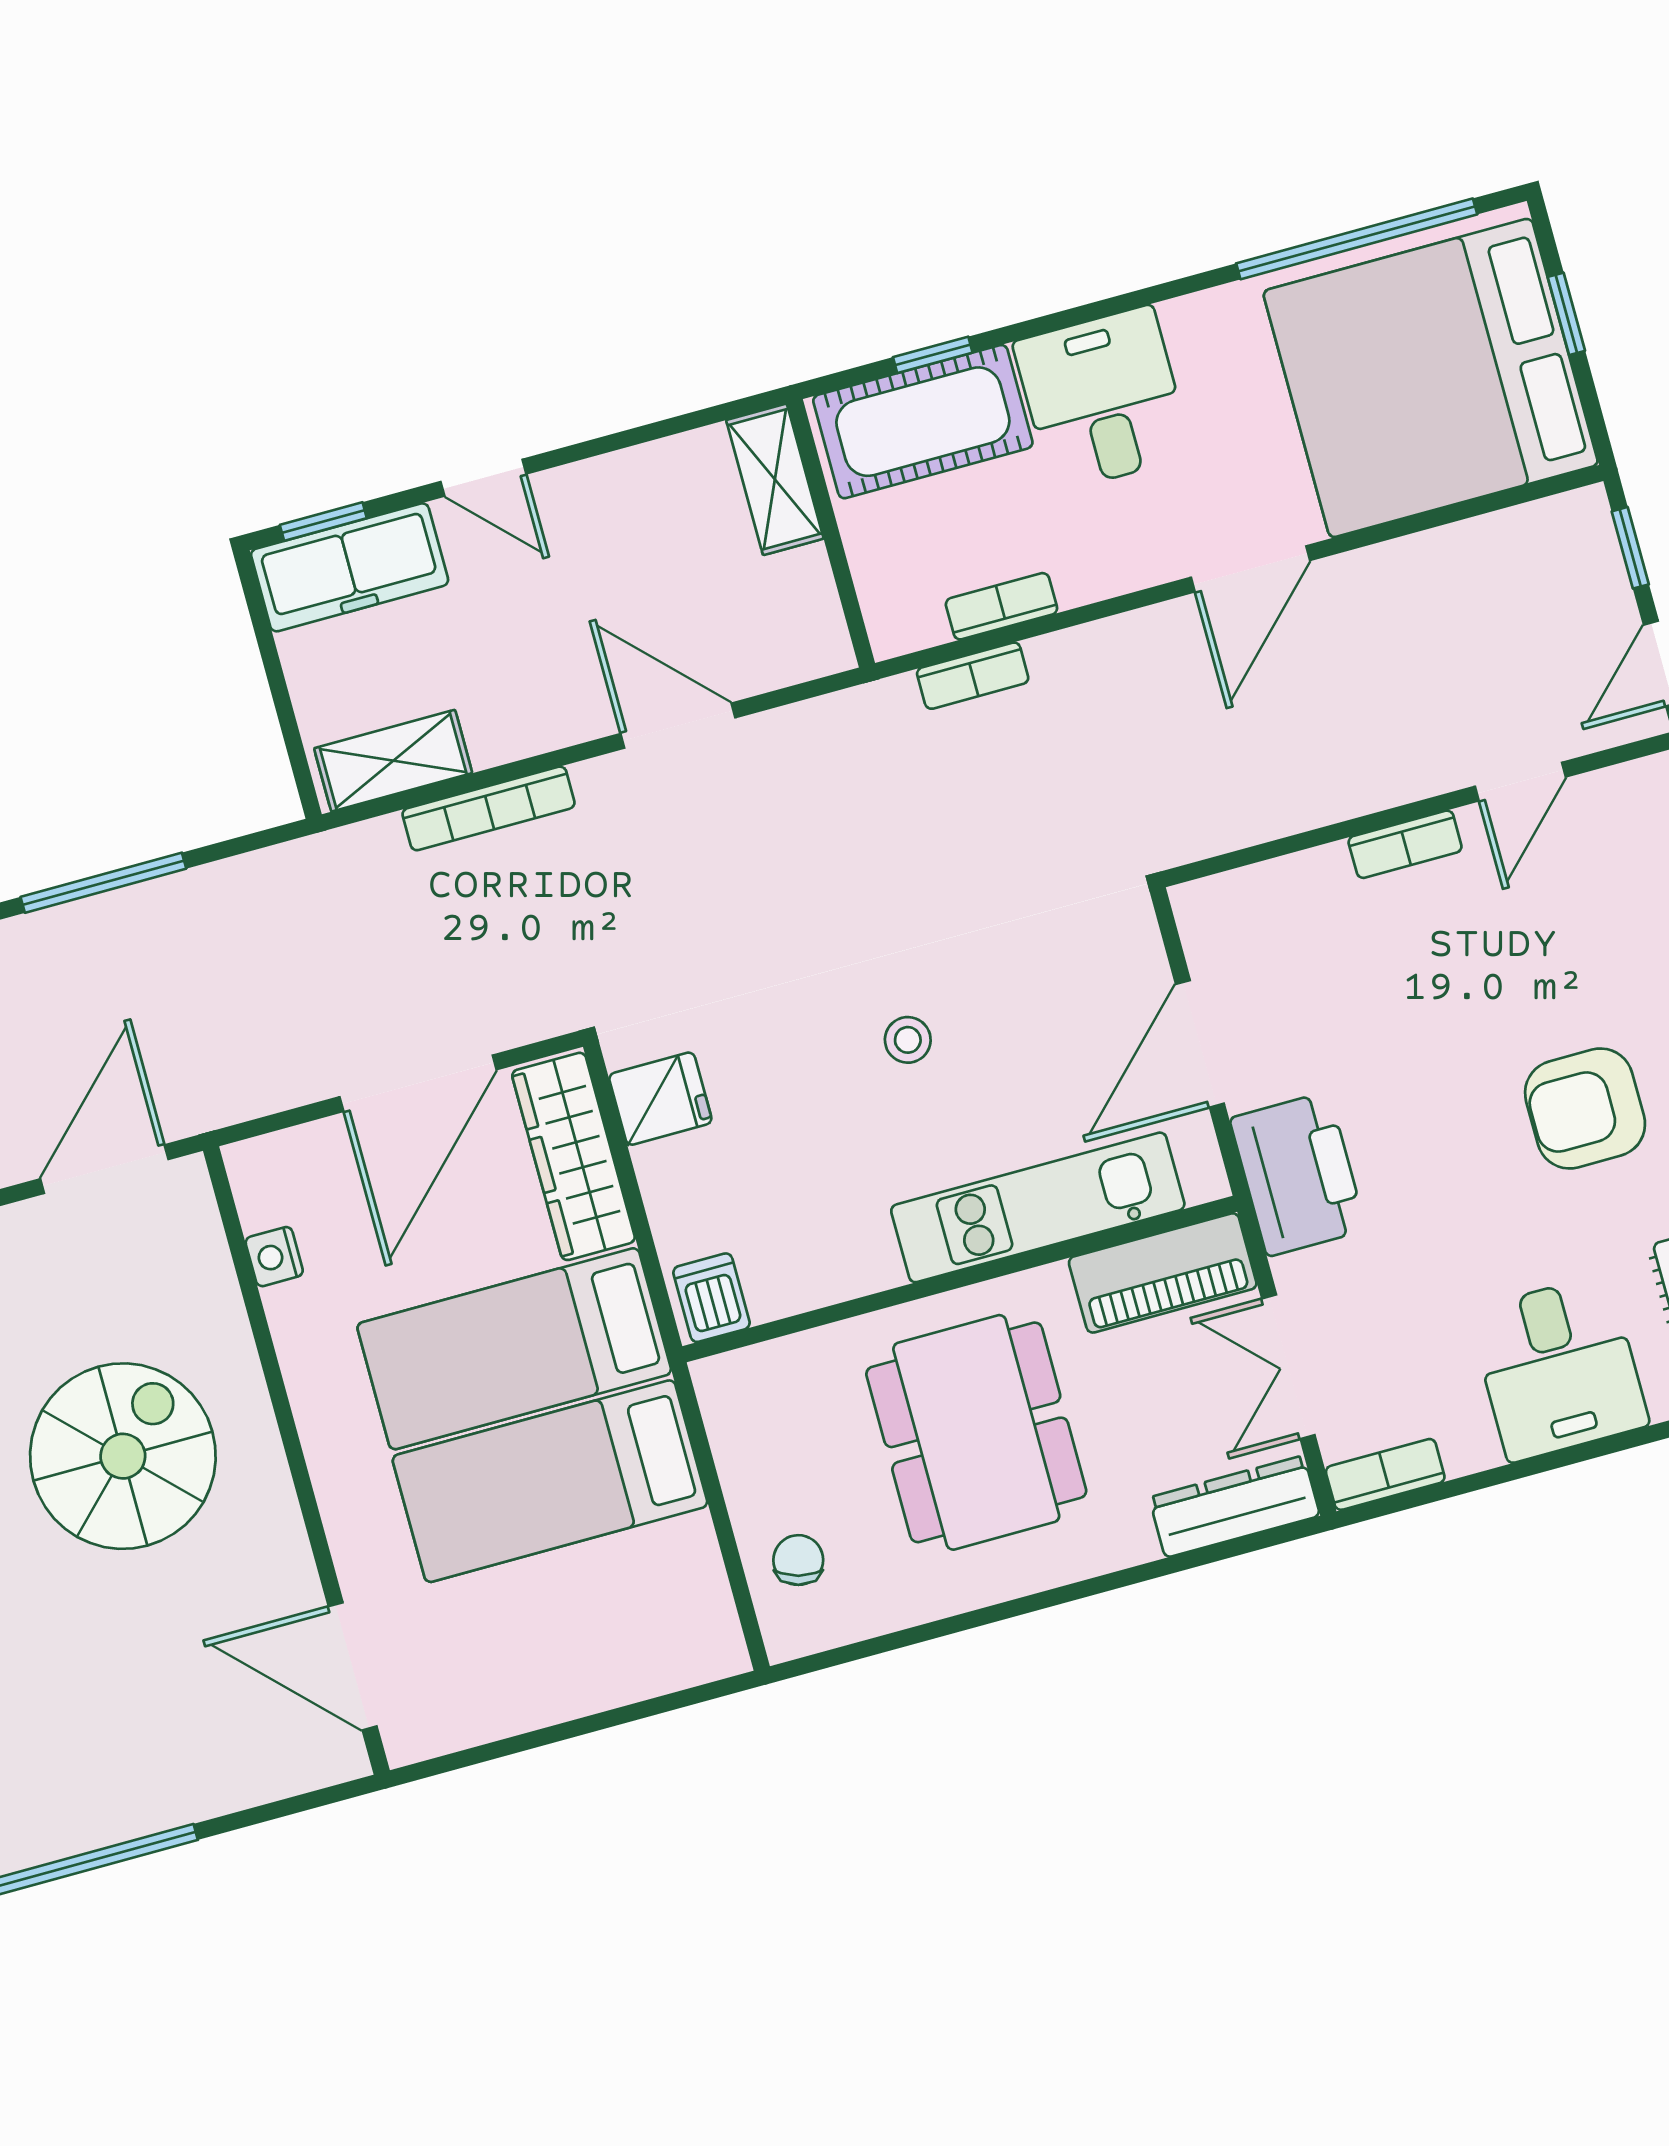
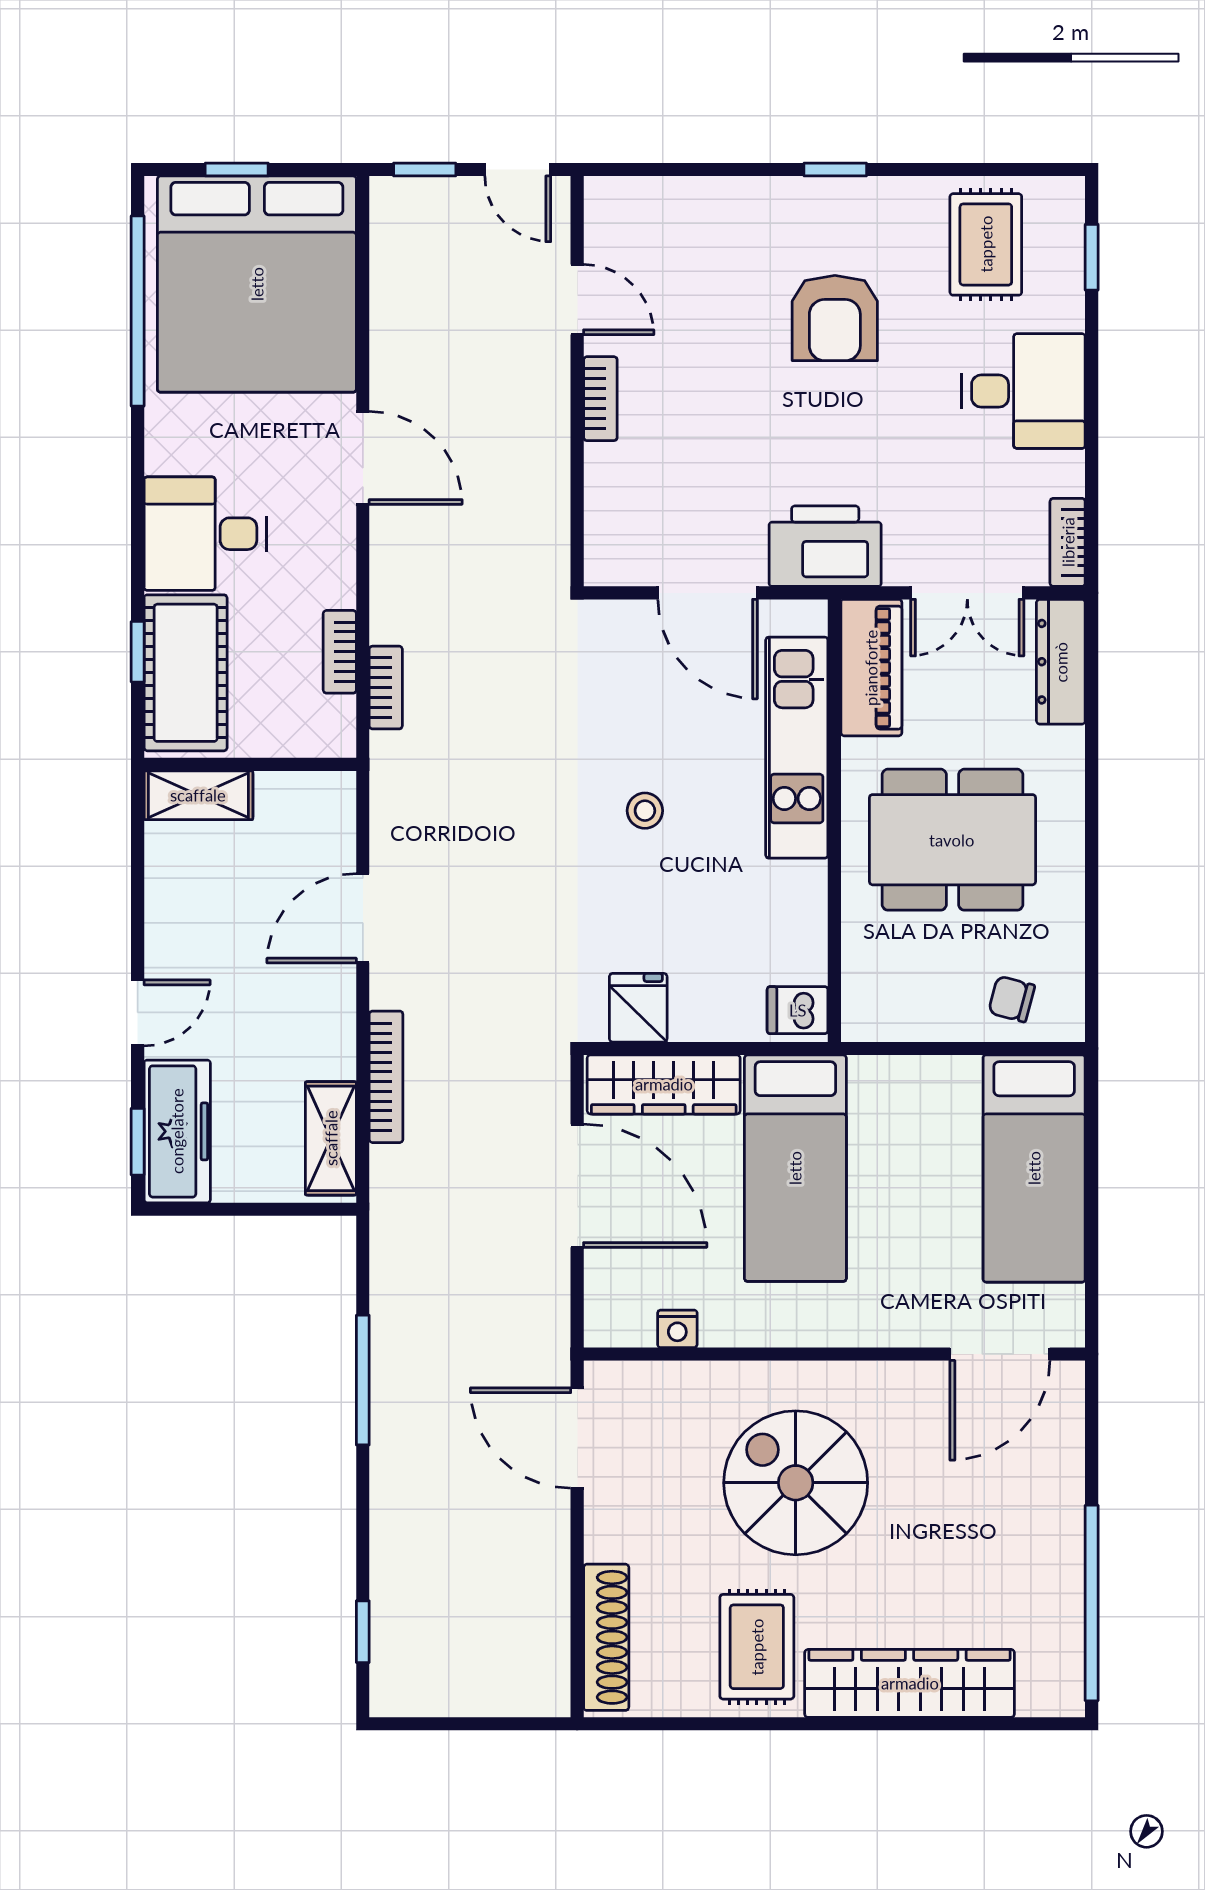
bed: (550, 1481) -> (1034, 1168), moved

